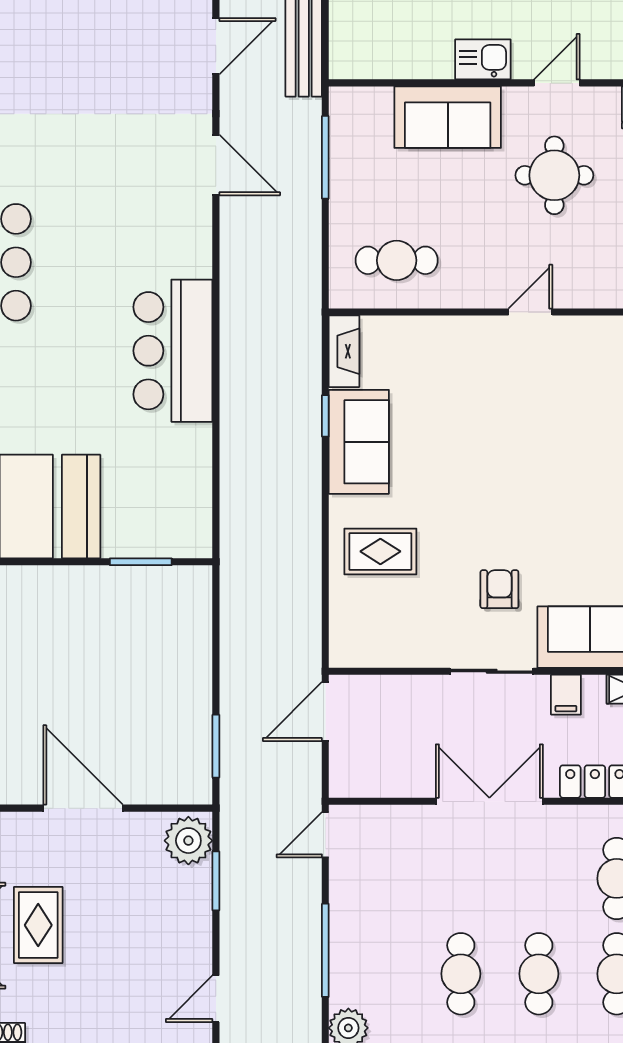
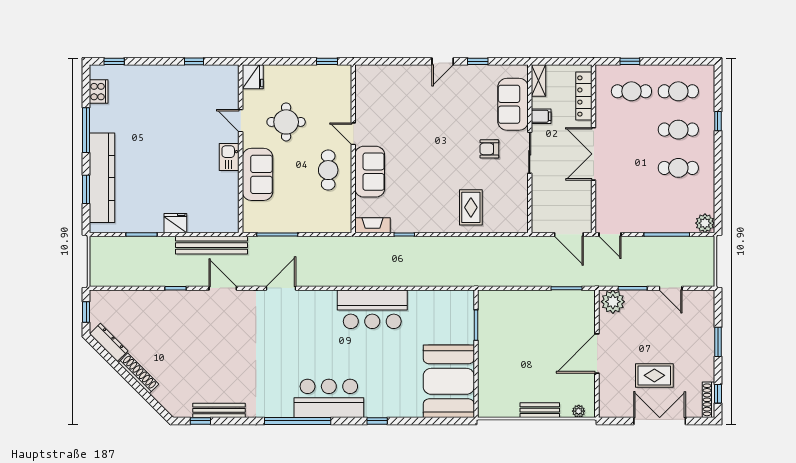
cafe table: (397, 260) -> (328, 170), moved
sofa: (359, 442) -> (370, 172), moved, turned 90
door: (325, 711) -> (569, 234), moved
door: (216, 999) -> (671, 288), moved

